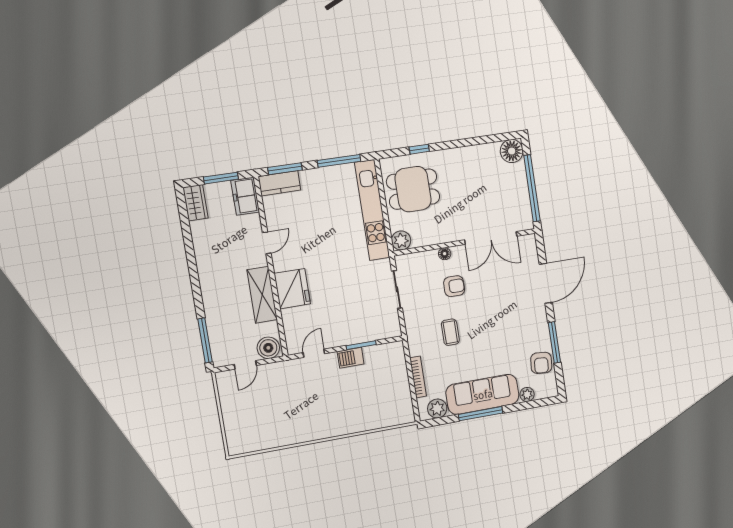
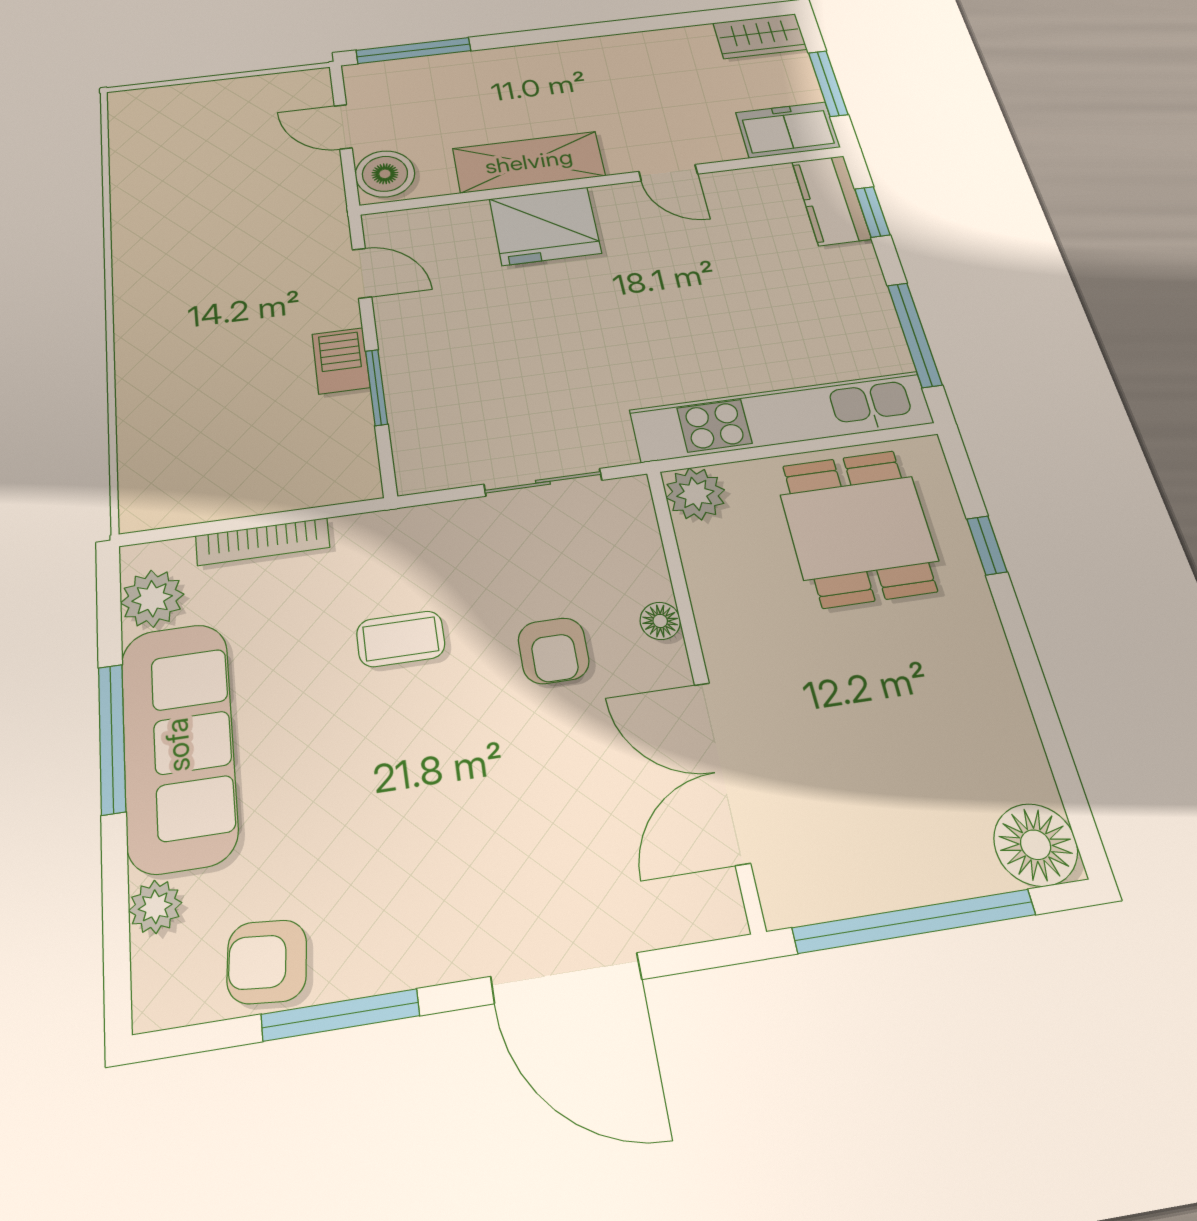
window: (285, 169) -> (872, 212), width x0.67

